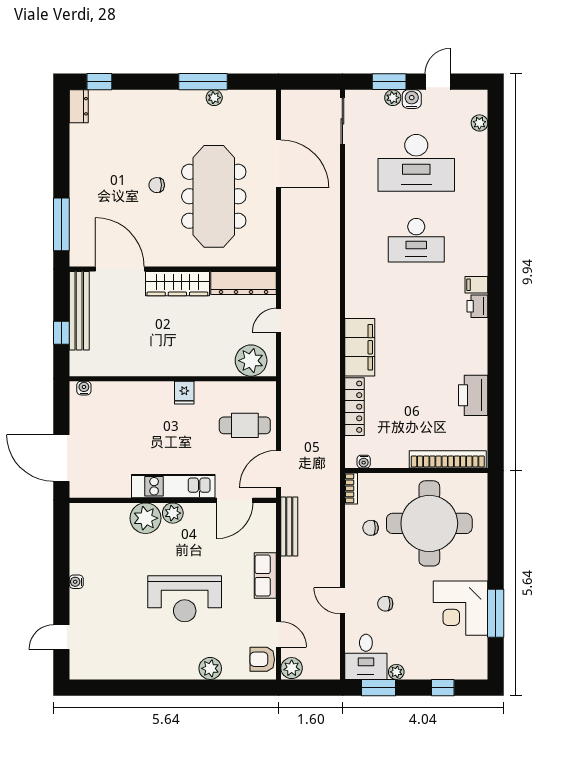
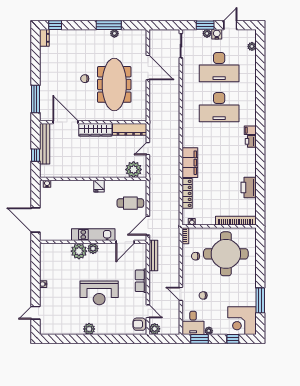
desk: (416, 240) -> (219, 107), width x1.36, depth x1.30
corner desk: (460, 608) -> (242, 321), moved
plant: (210, 668) -> (89, 329), moved

